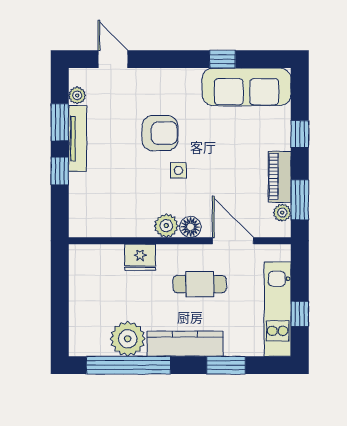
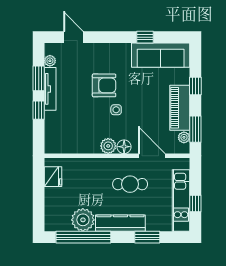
piano: (280, 177) -> (180, 108), width x1.37, depth x1.33
fridge: (140, 257) -> (53, 177), moved, turned -90

